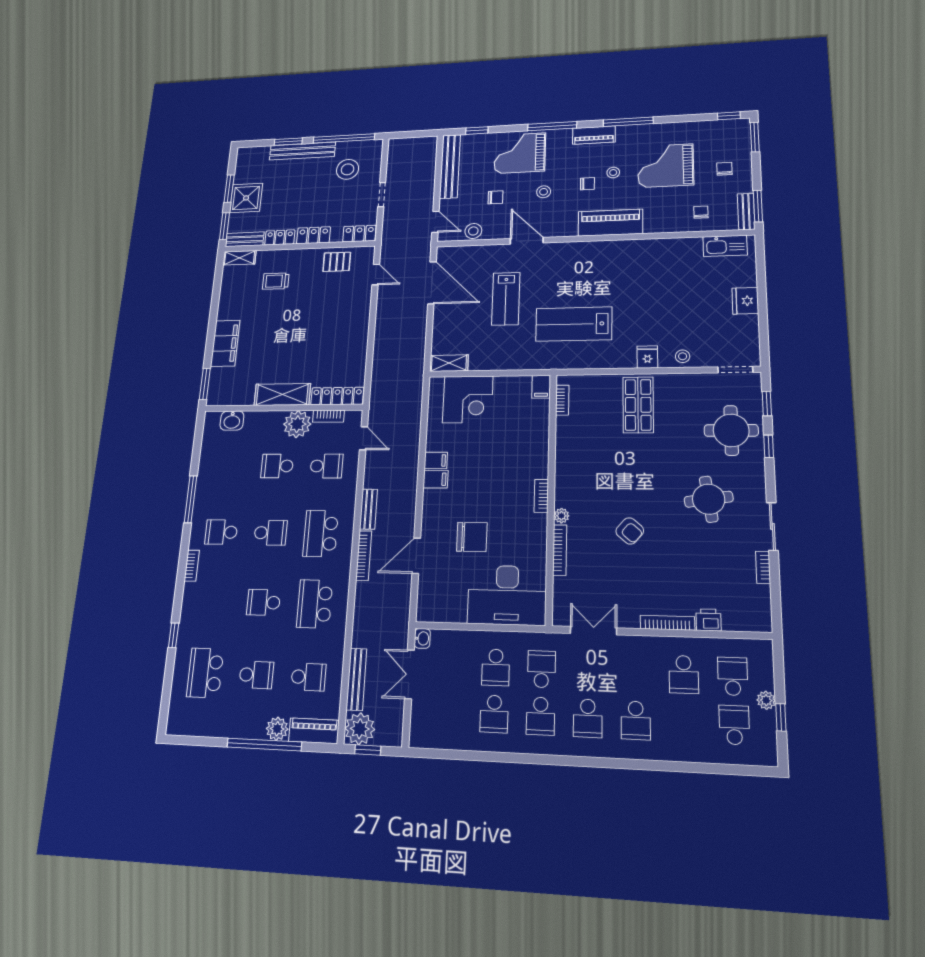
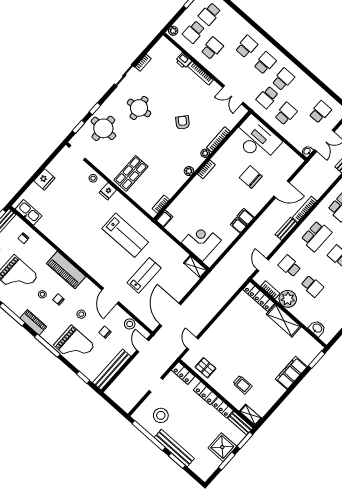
plant: (563, 474) -> (189, 171), added
plant: (766, 700) -> (173, 31), moved
school desk: (494, 714) -> (320, 112), moved

